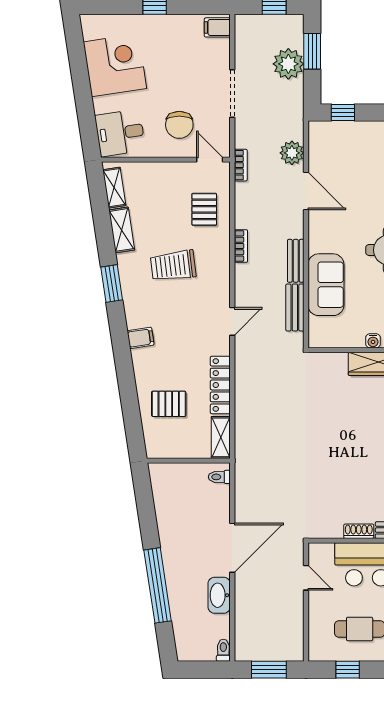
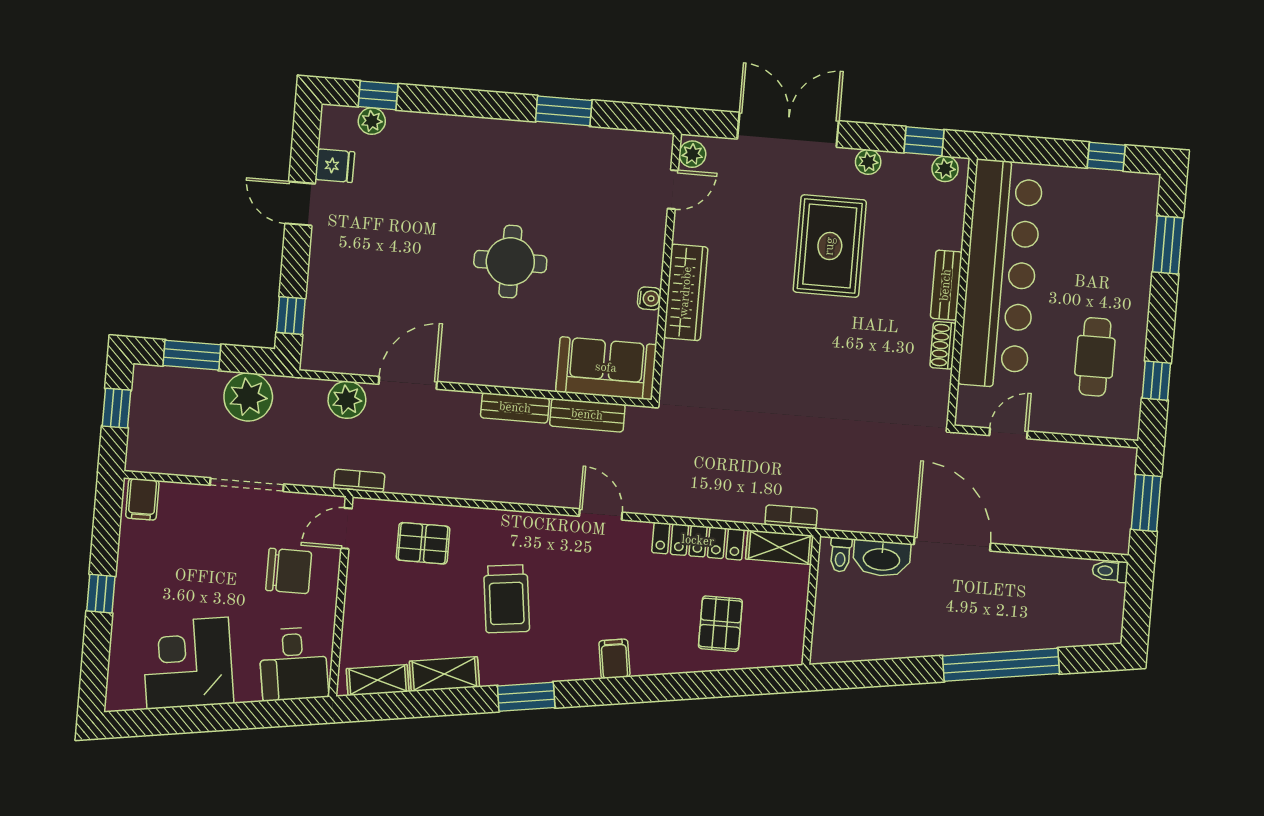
plant: (288, 64) -> (248, 397), moved
bookcase: (241, 246) -> (791, 517), moved
sofa: (326, 285) -> (606, 368), moved
washbasin: (219, 595) -> (882, 558), moved

